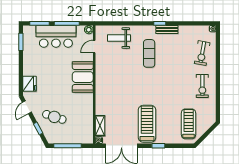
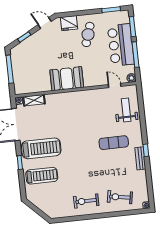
booth: (83, 77) -> (67, 79), moved
cafe table: (54, 117) -> (88, 34), moved
treadmill: (189, 124) -> (42, 176), moved

